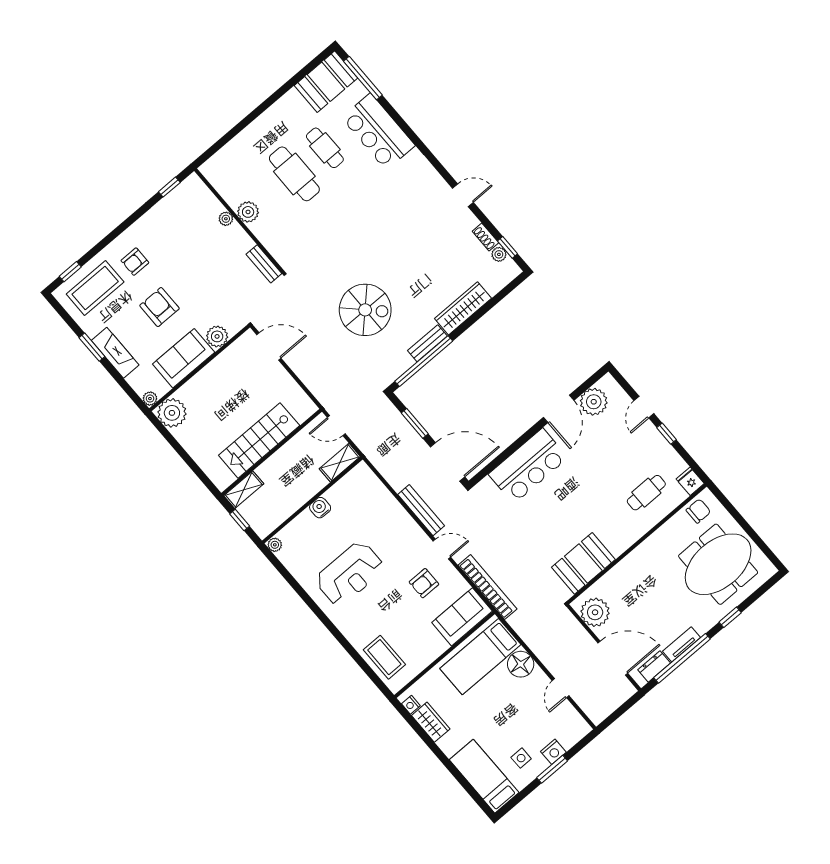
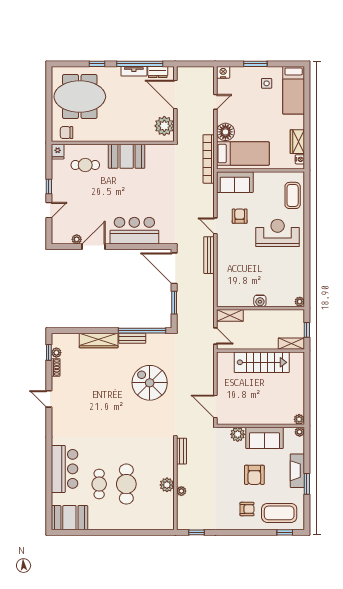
window: (363, 78) -> (49, 503), removed
plant: (594, 402) -> (77, 239), width x0.53, depth x0.53
plant: (172, 413) -> (299, 419), width x0.53, depth x0.53
booth: (583, 563) -> (127, 156), moved
reception desk: (350, 574) -> (278, 233), moved
armchair: (424, 583) -> (240, 216), turned -90
bookcase: (487, 587) -> (209, 159), moved
nightstand: (553, 752) -> (223, 72), moved

